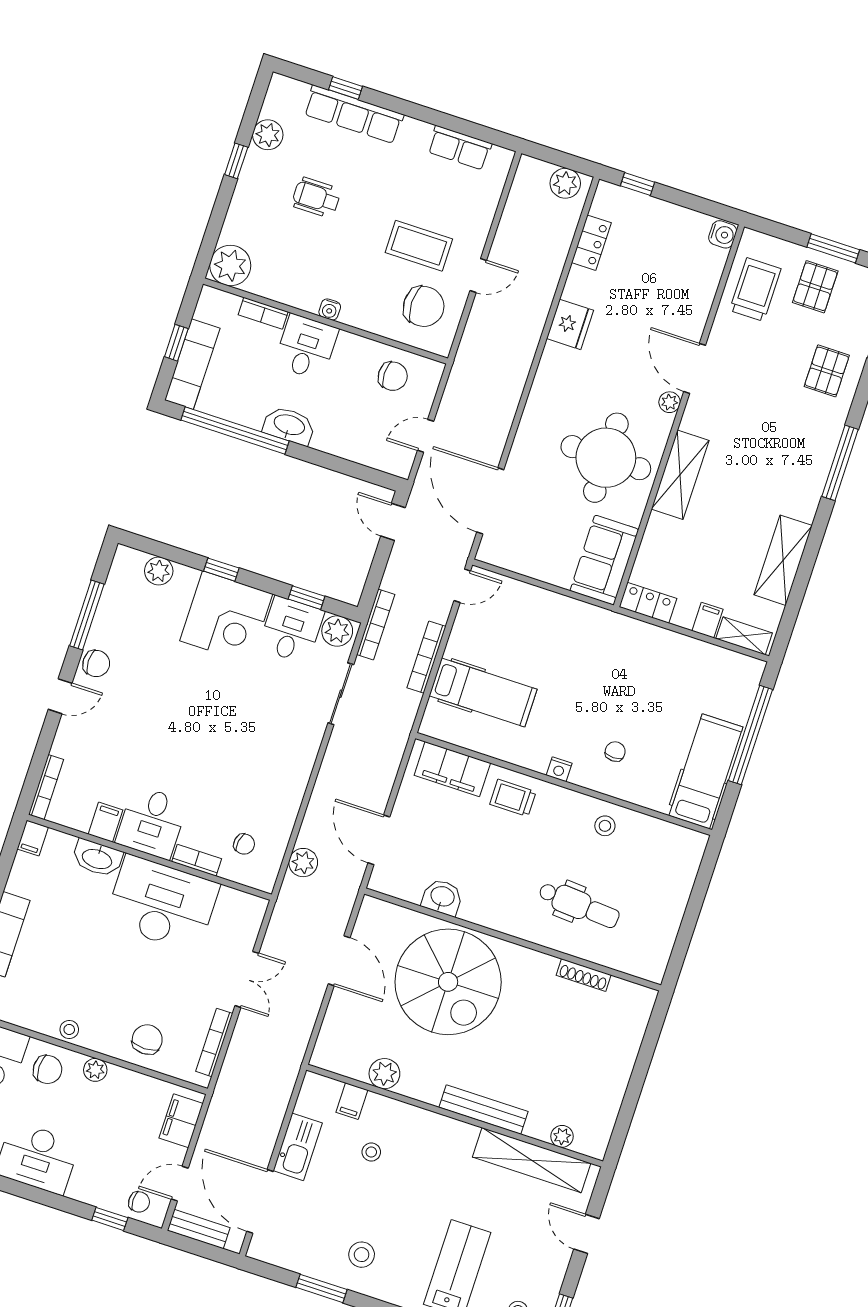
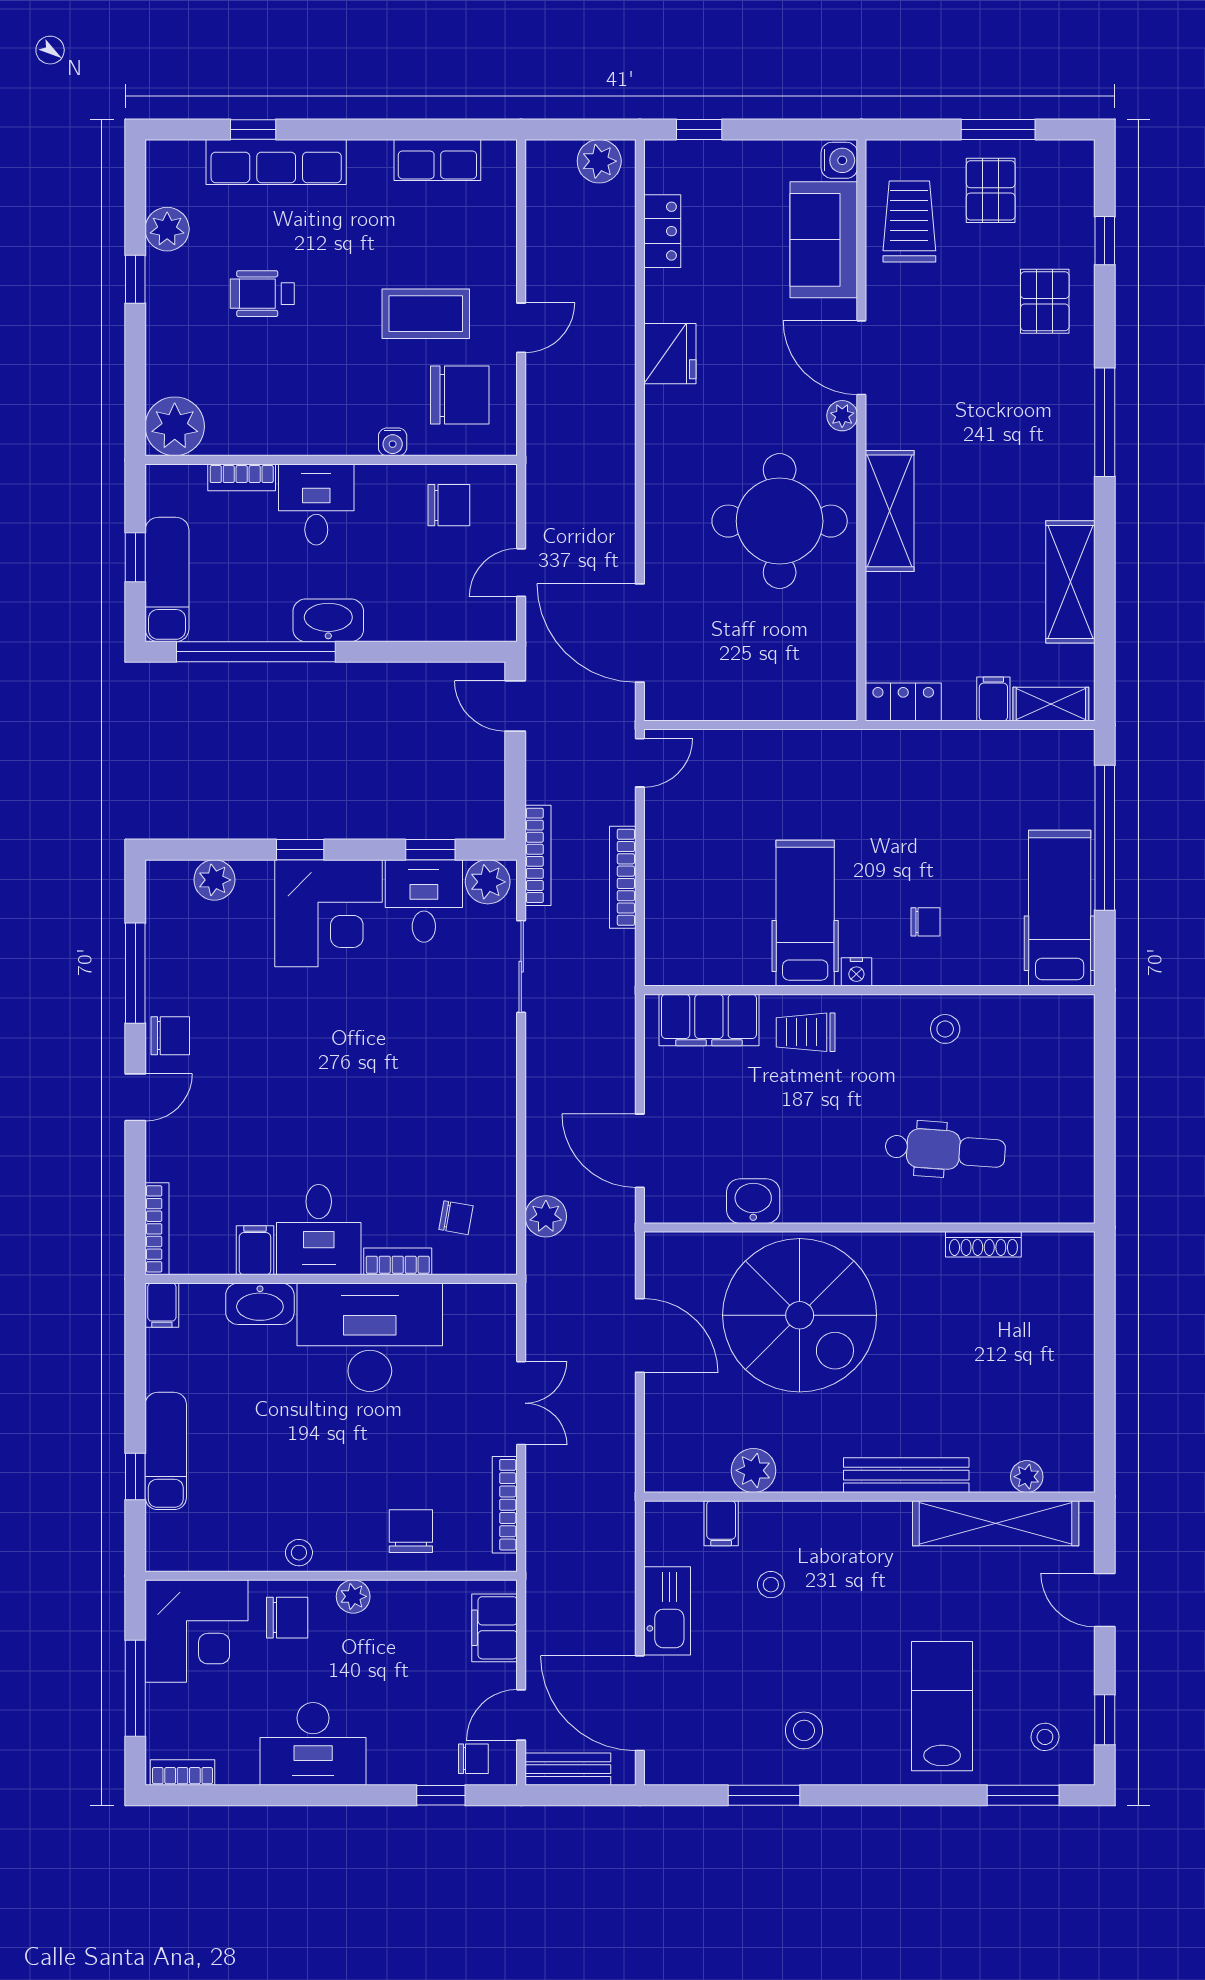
water cooler: (330, 309) -> (393, 442), moved
sofa: (604, 560) -> (824, 240), moved
hospital bed: (483, 692) -> (805, 913), moved, turned -90
chair: (615, 752) -> (926, 922), turned 90

